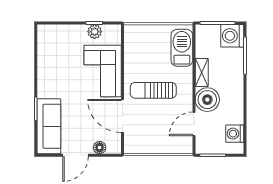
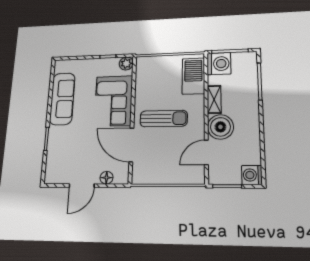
plant: (95, 32) -> (126, 63), moved
washing machine: (232, 36) -> (219, 64), moved, turned 180
sun lounger: (153, 90) -> (164, 119), turned 180
sofa: (49, 126) -> (62, 99), moved
washing machine: (235, 134) -> (252, 175), moved

